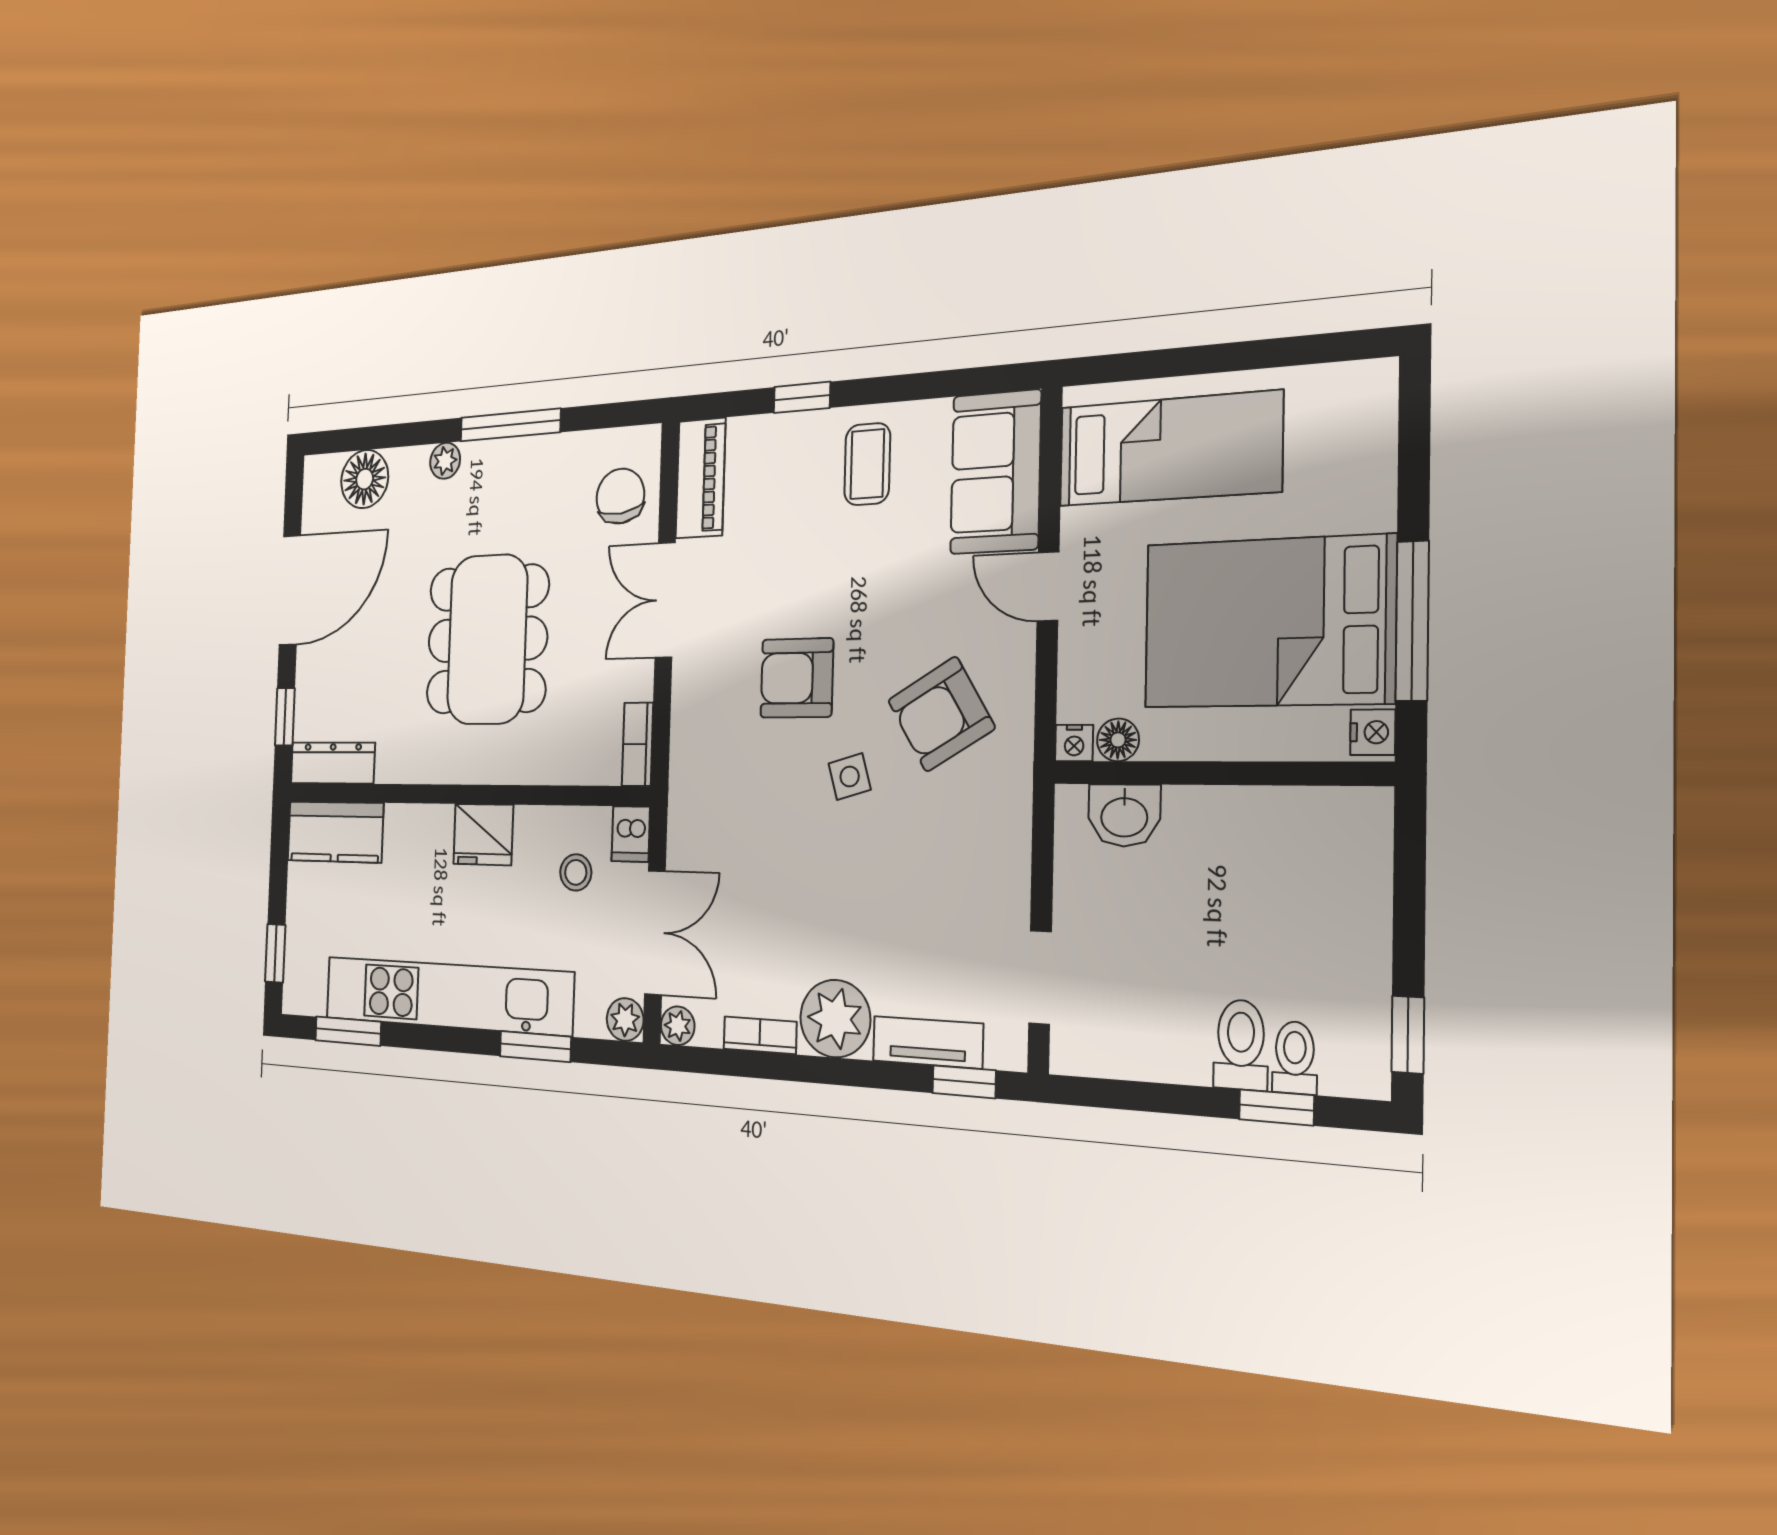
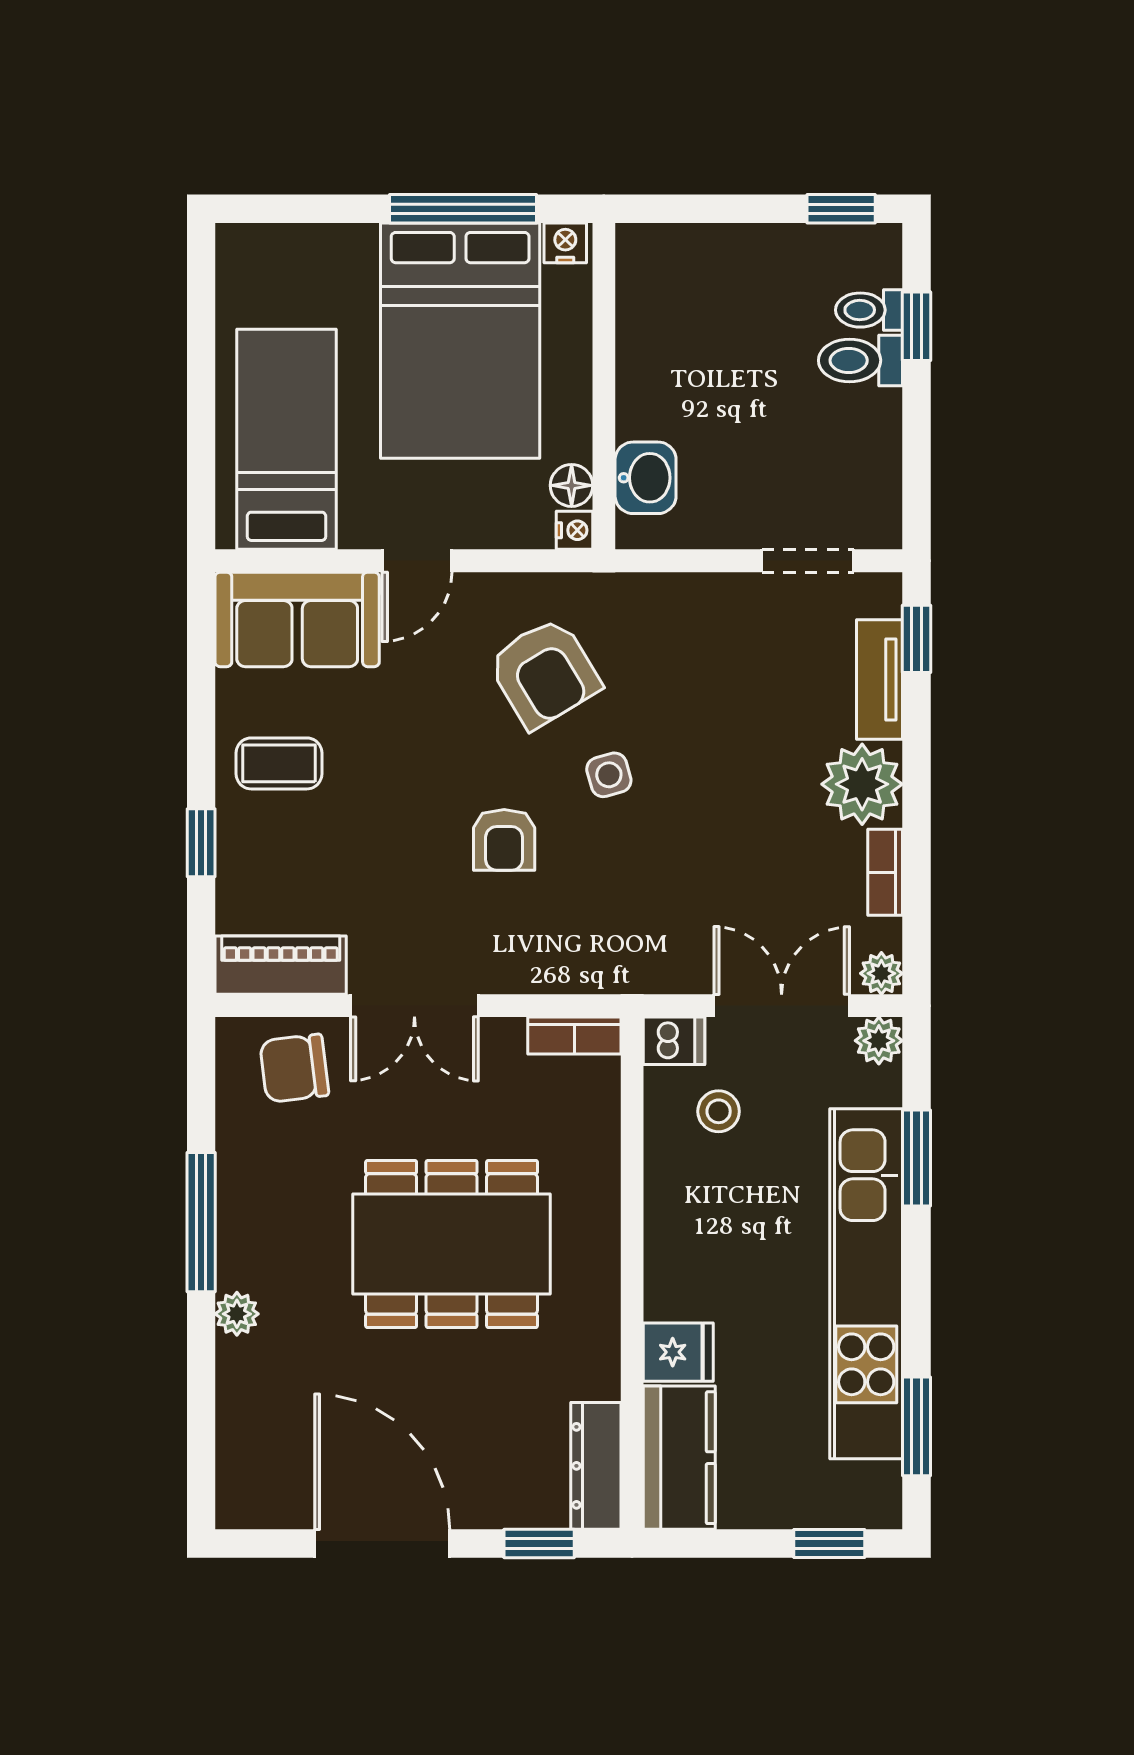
floor lamp: (365, 479) -> (251, 1433), removed
armchair: (797, 678) -> (504, 840), width x0.72, depth x0.72
fridge: (483, 834) -> (678, 1352), moved, width x0.72

